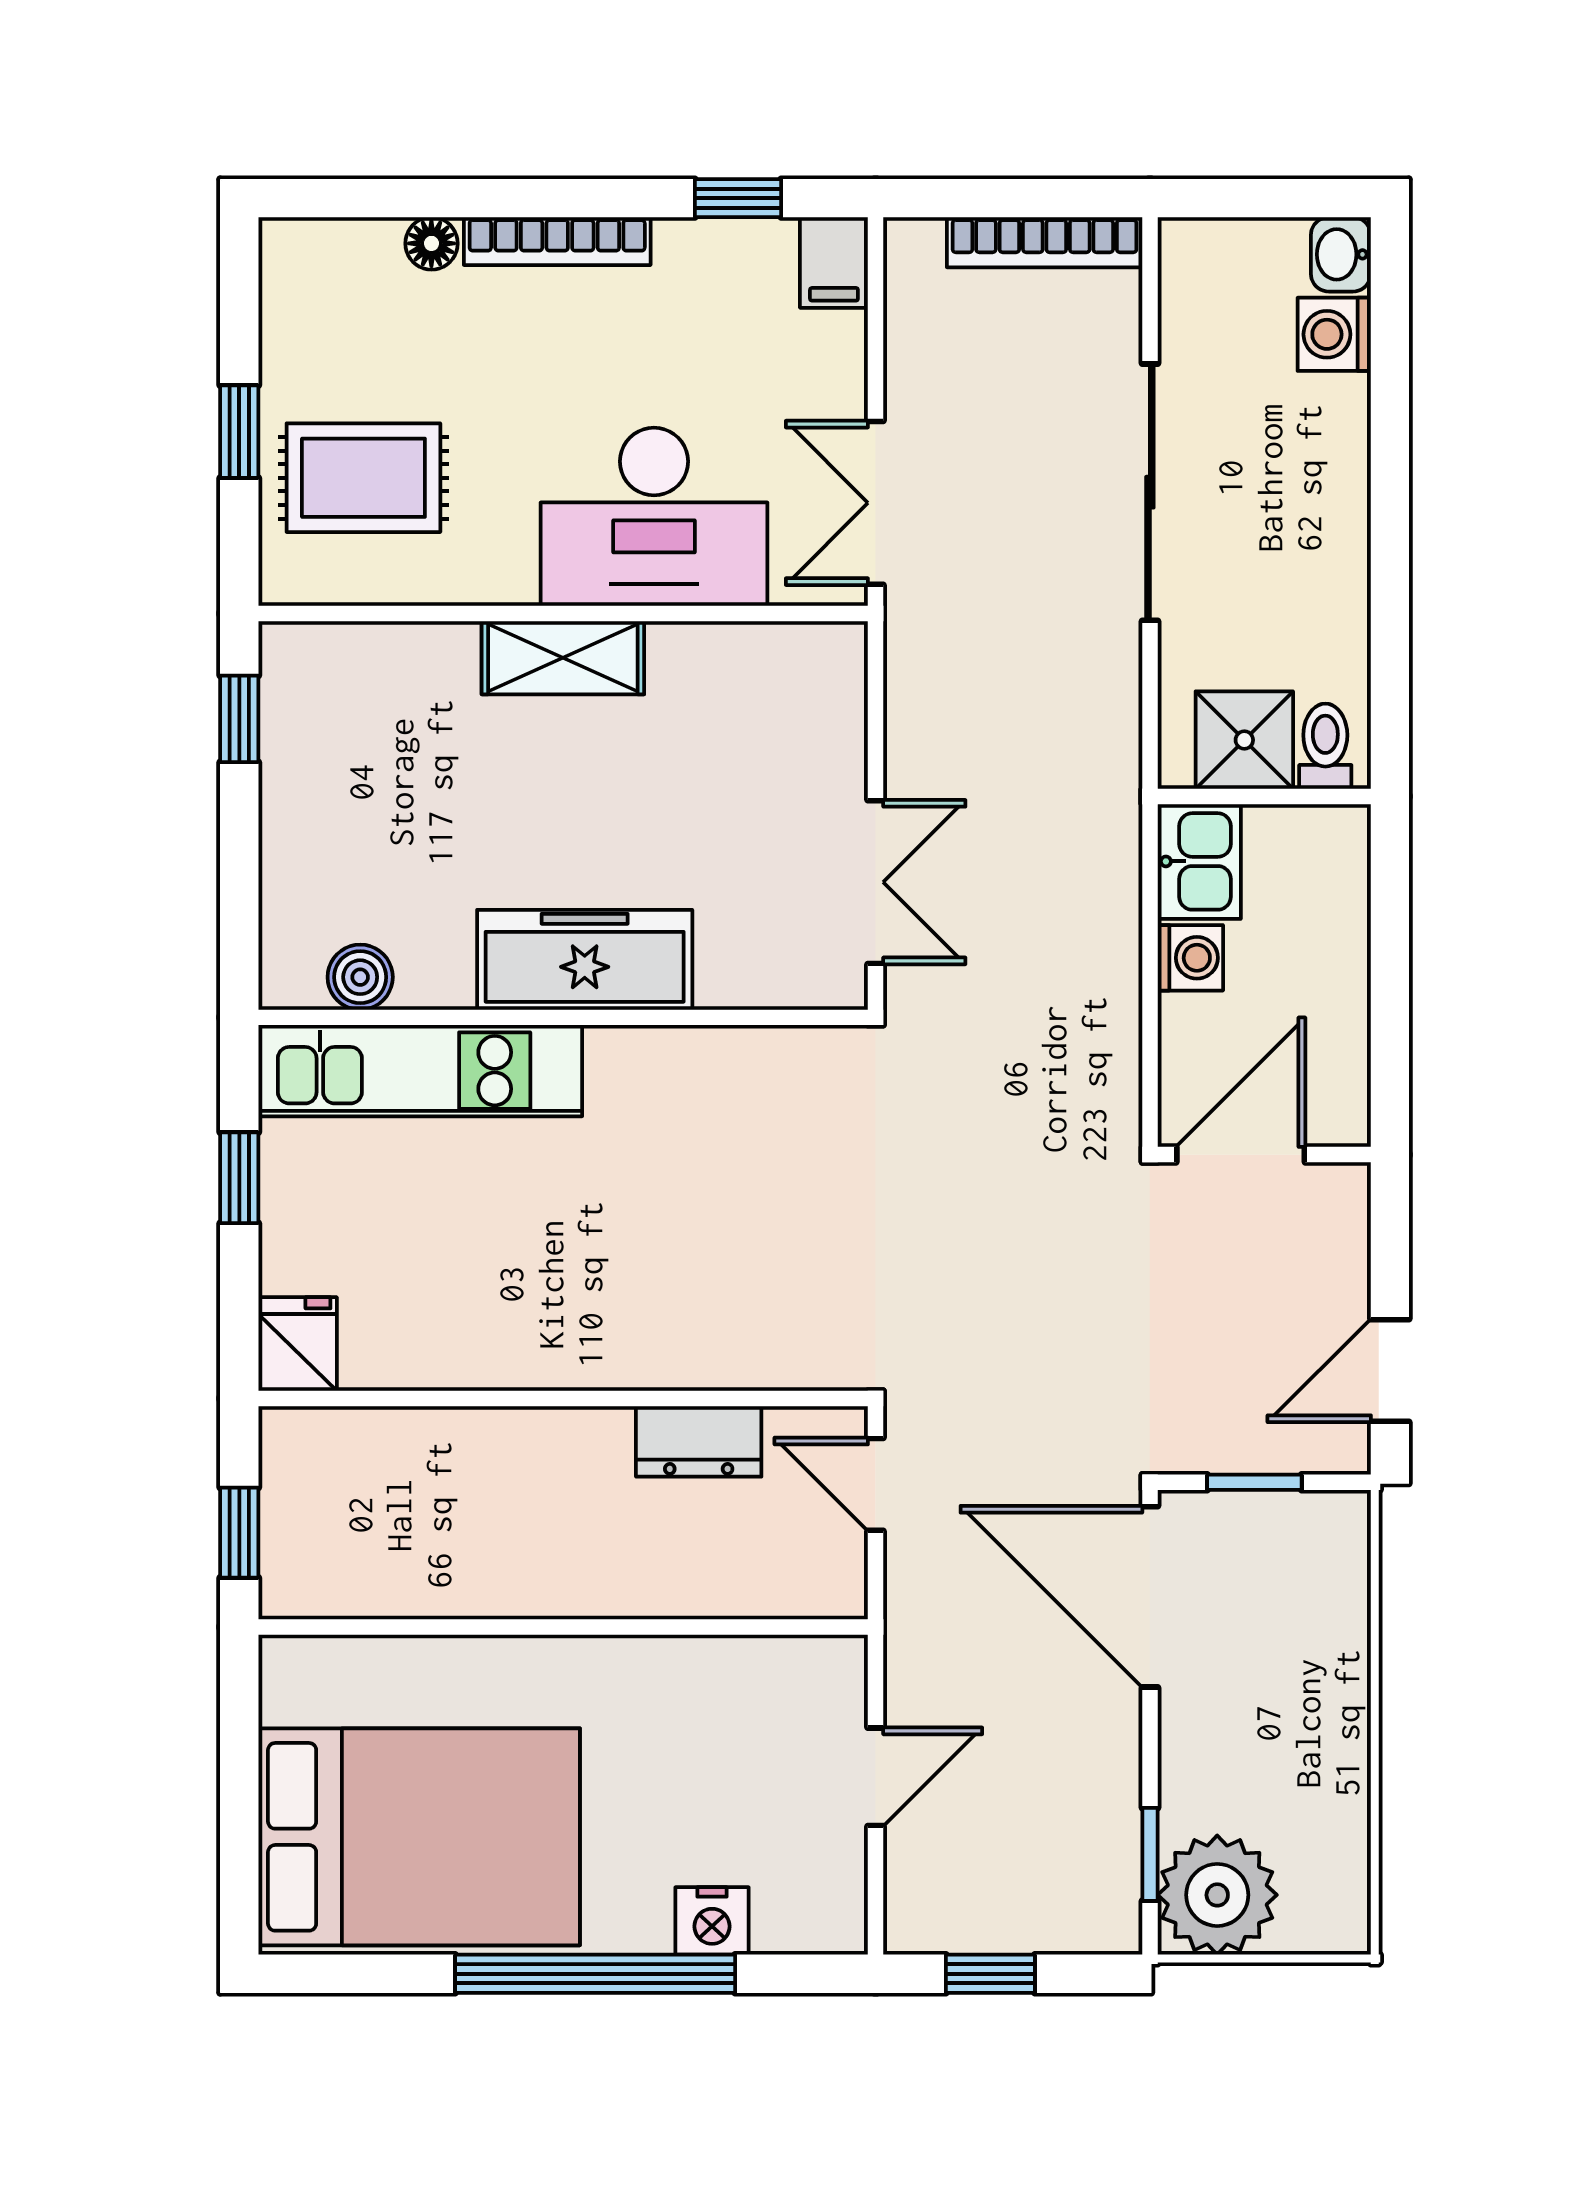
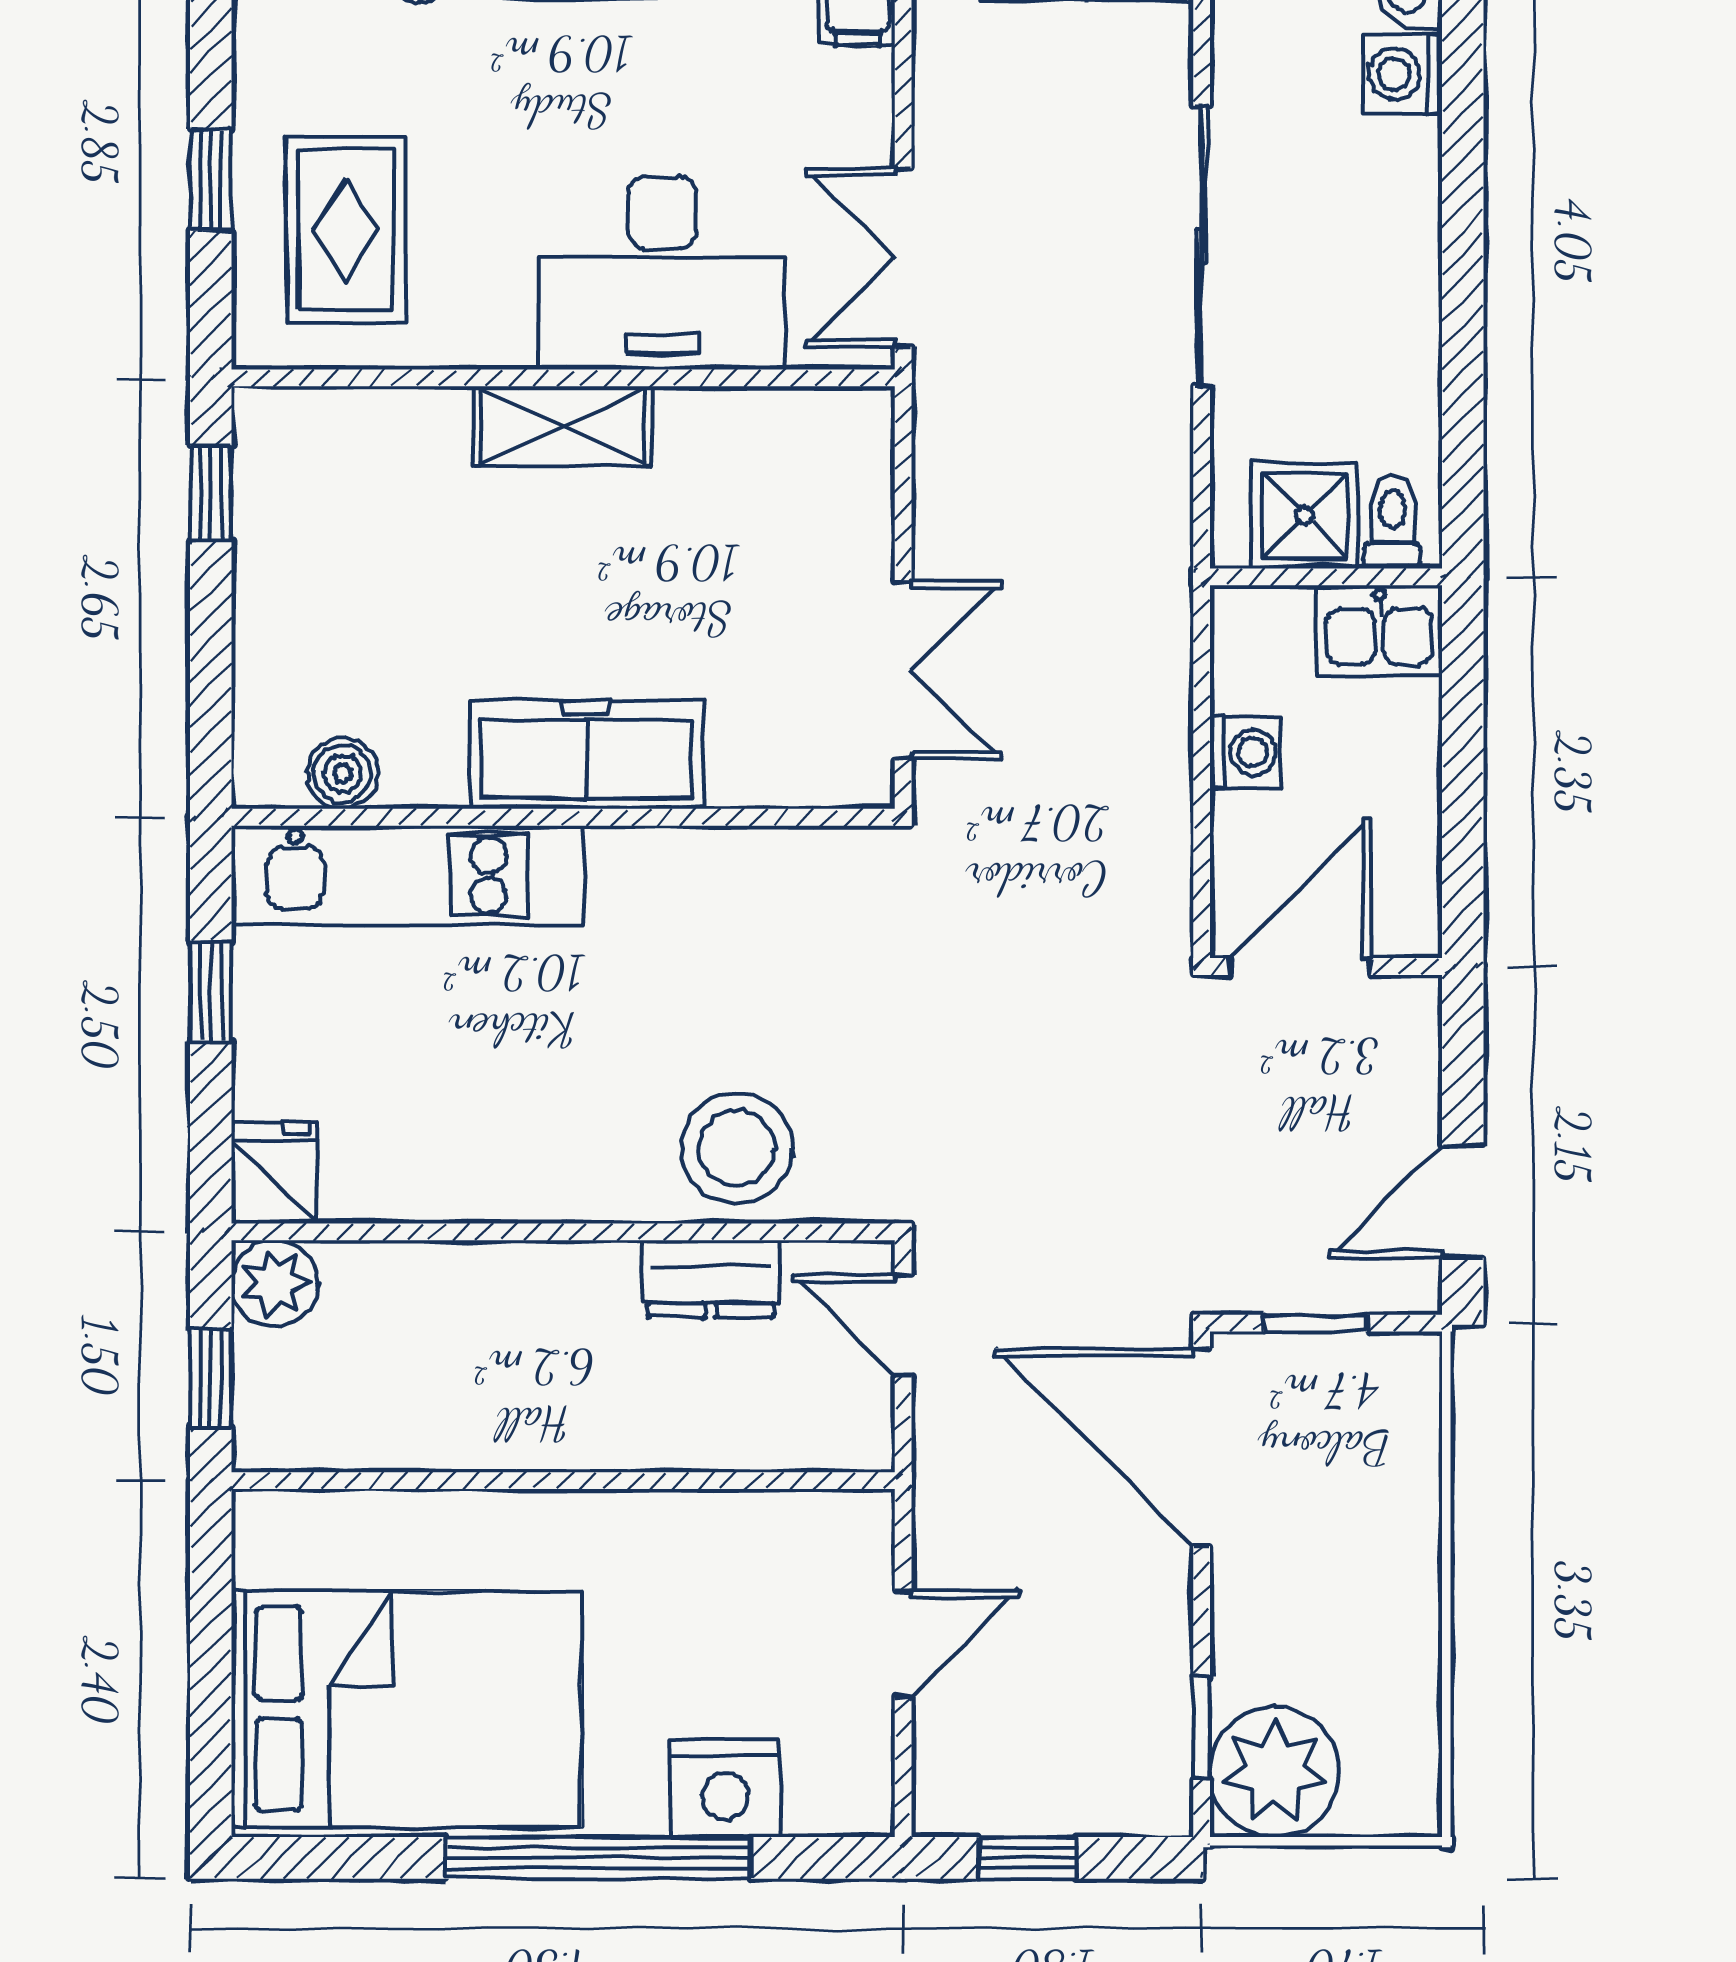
rug: (363, 478) -> (346, 230), turned 90
kitchen sink: (1199, 861) -> (1380, 630), moved, turned 90
stool: (723, 1322) -> (737, 1148), added
plant: (298, 1446) -> (275, 1283), added
nightstand: (712, 1921) -> (725, 1788), width x1.36, depth x1.33

